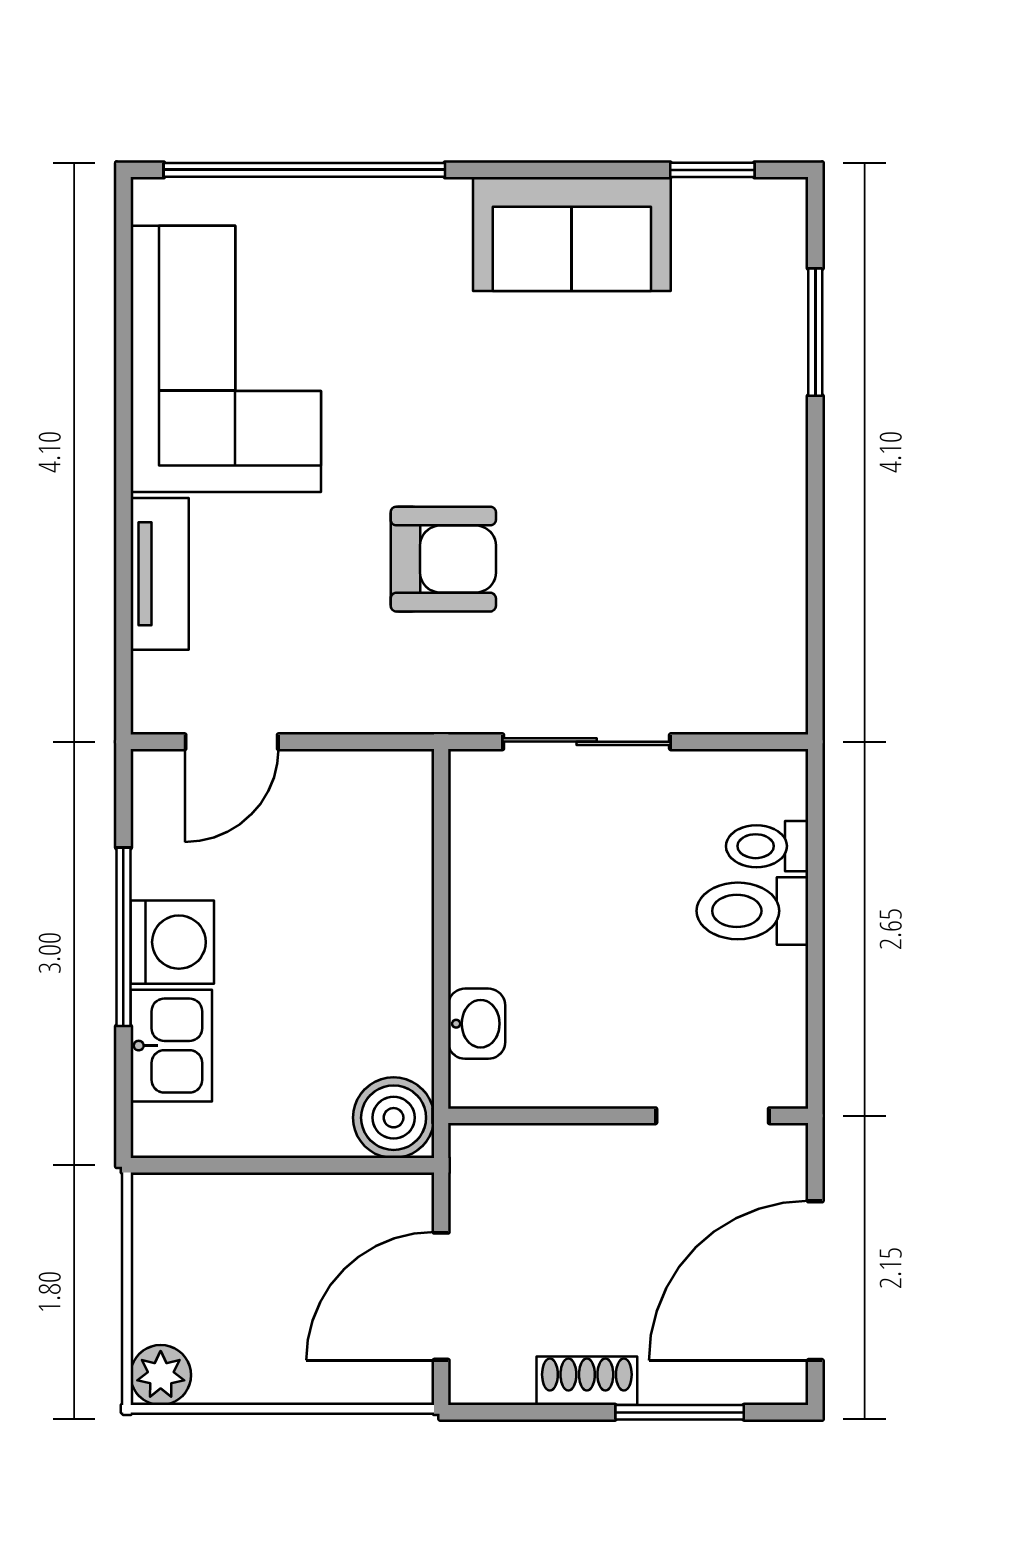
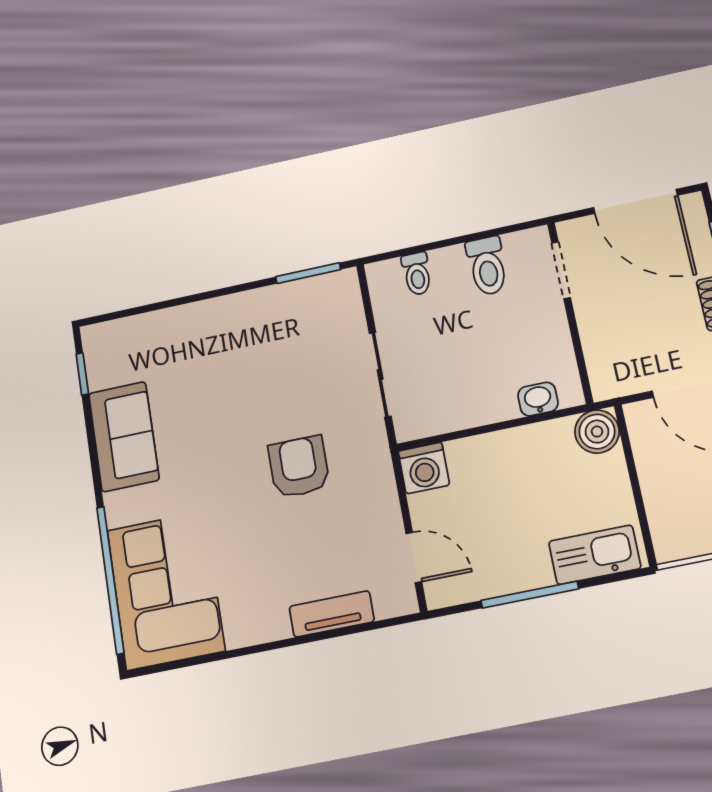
window: (815, 332) -> (308, 273), moved
corner sofa: (226, 359) -> (166, 590), moved, turned 90
toilet: (752, 911) -> (487, 266), moved
washing machine: (172, 942) -> (424, 468), moved, turned 180
kitchen sink: (171, 1046) -> (595, 555), width x1.38

